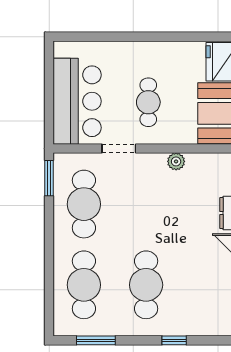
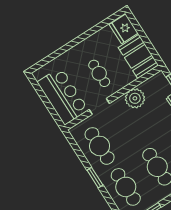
plant: (176, 161) -> (135, 98), width x1.88, depth x1.88
window: (49, 178) -> (95, 178), moved

